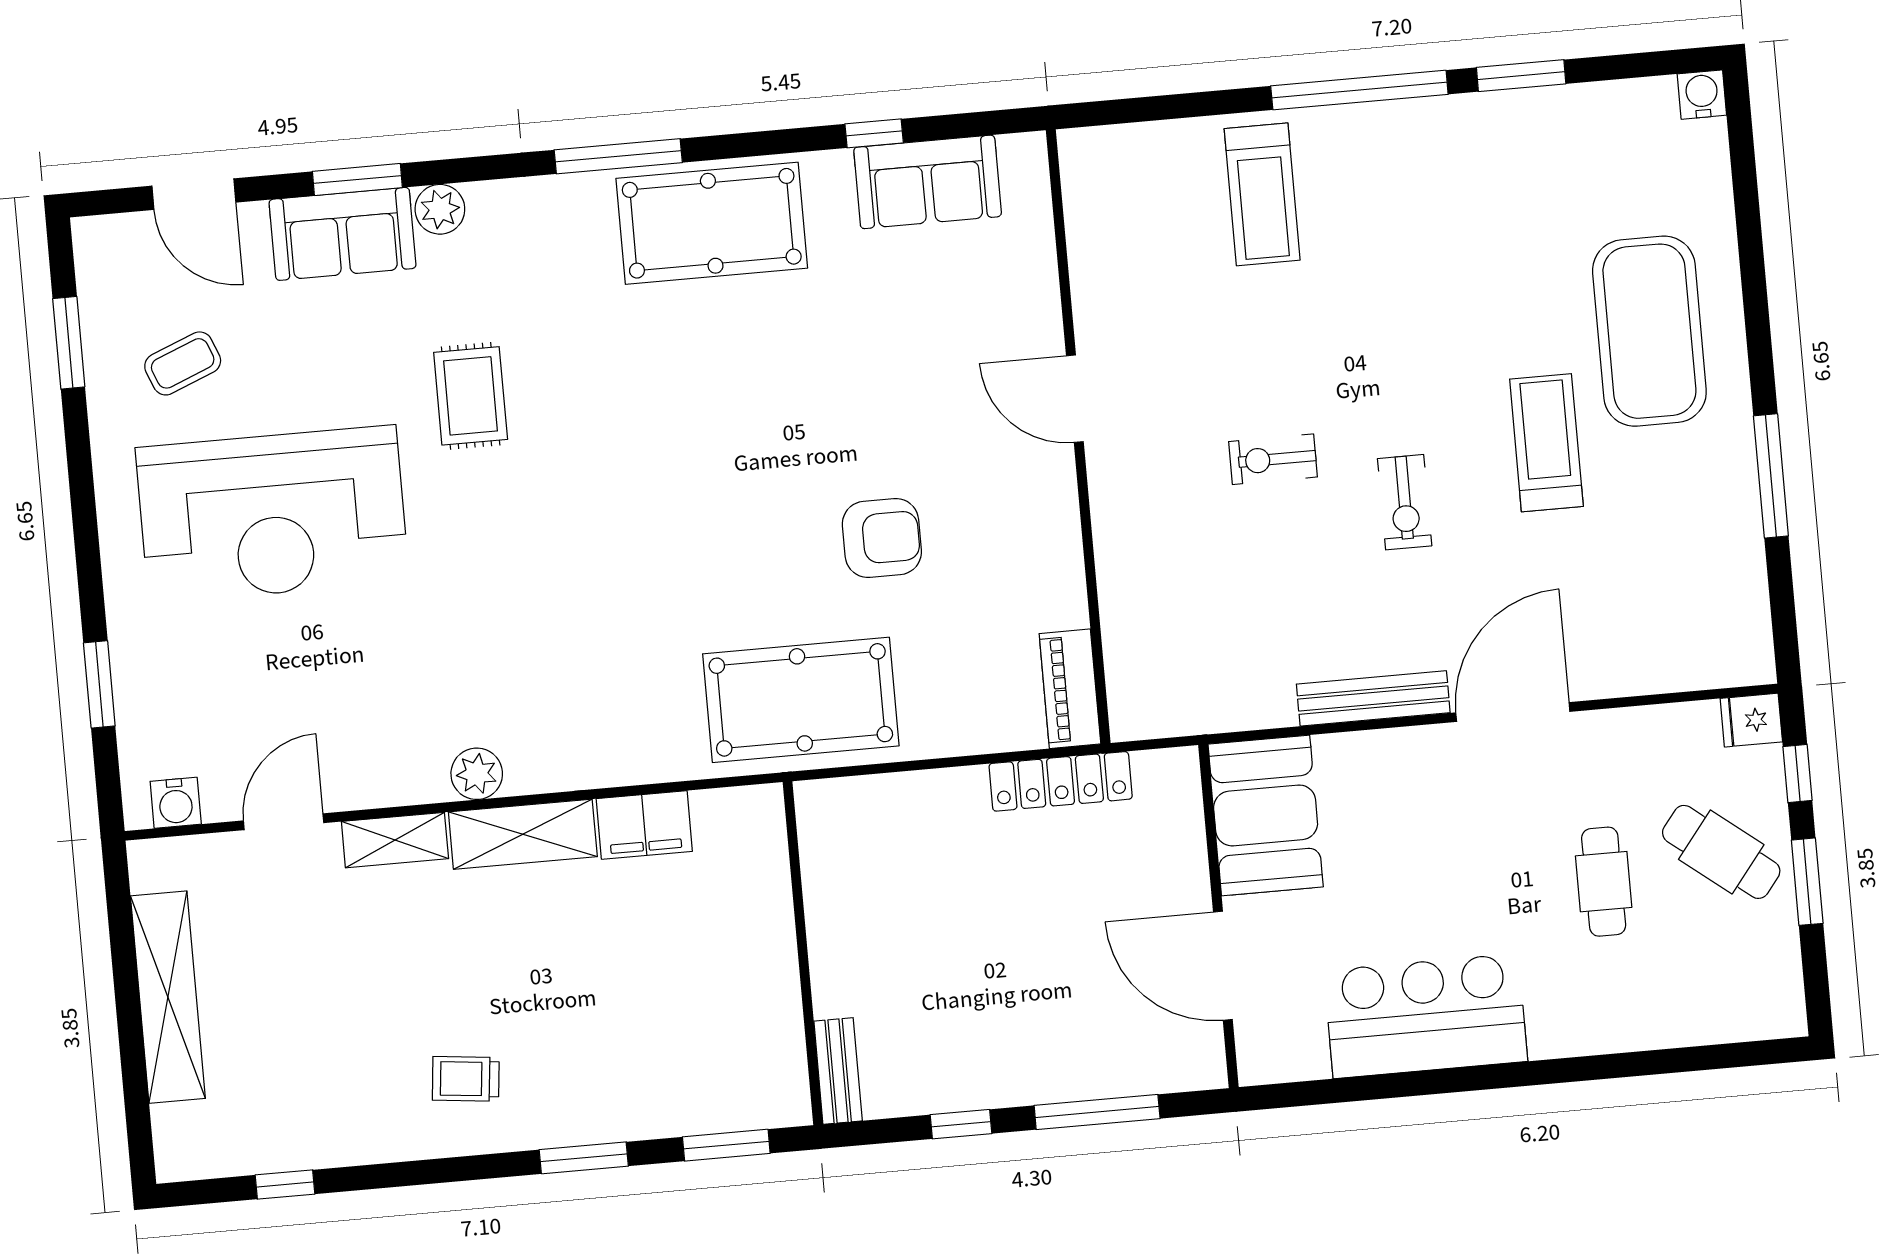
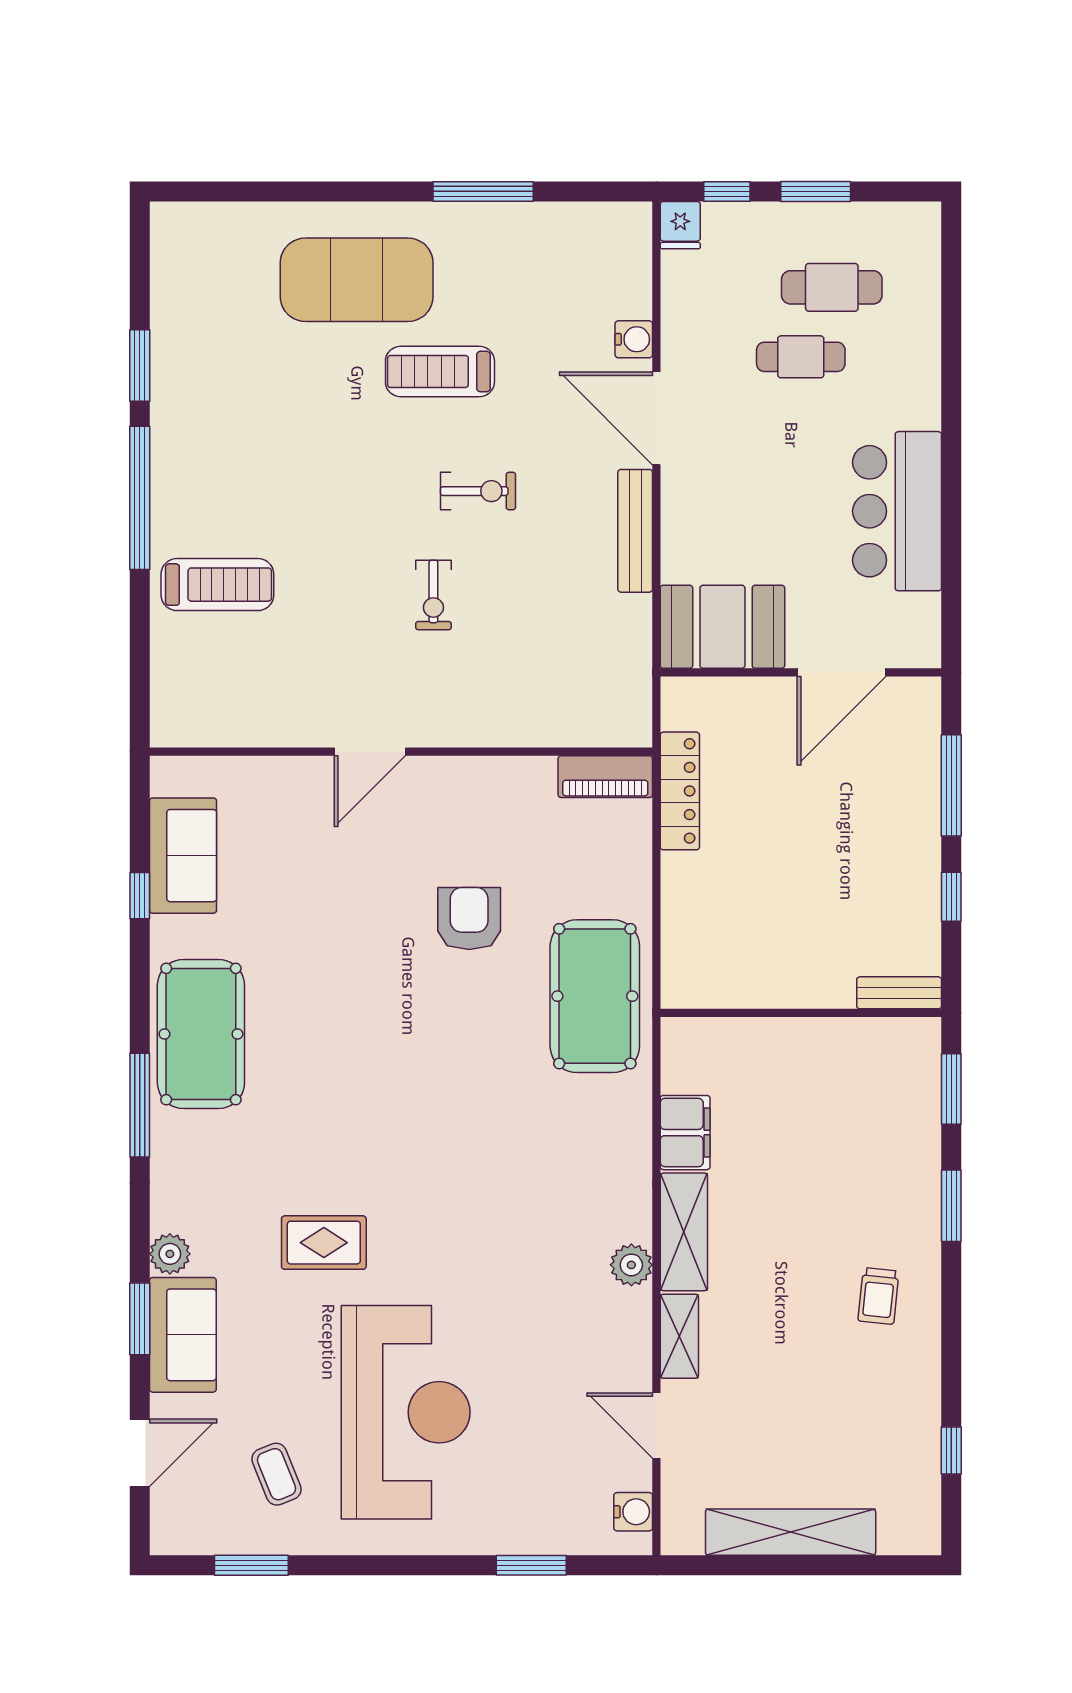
water cooler: (1702, 95) -> (634, 339), moved, turned 180
cafe table: (1721, 852) -> (832, 287), moved, turned 52

